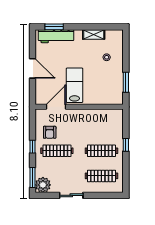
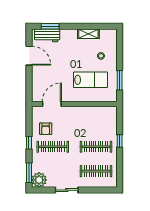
workbench: (56, 36) -> (47, 35), width x0.73
door: (32, 68) -> (29, 56), moved
lab bench: (74, 85) -> (90, 80), moved, turned 90

